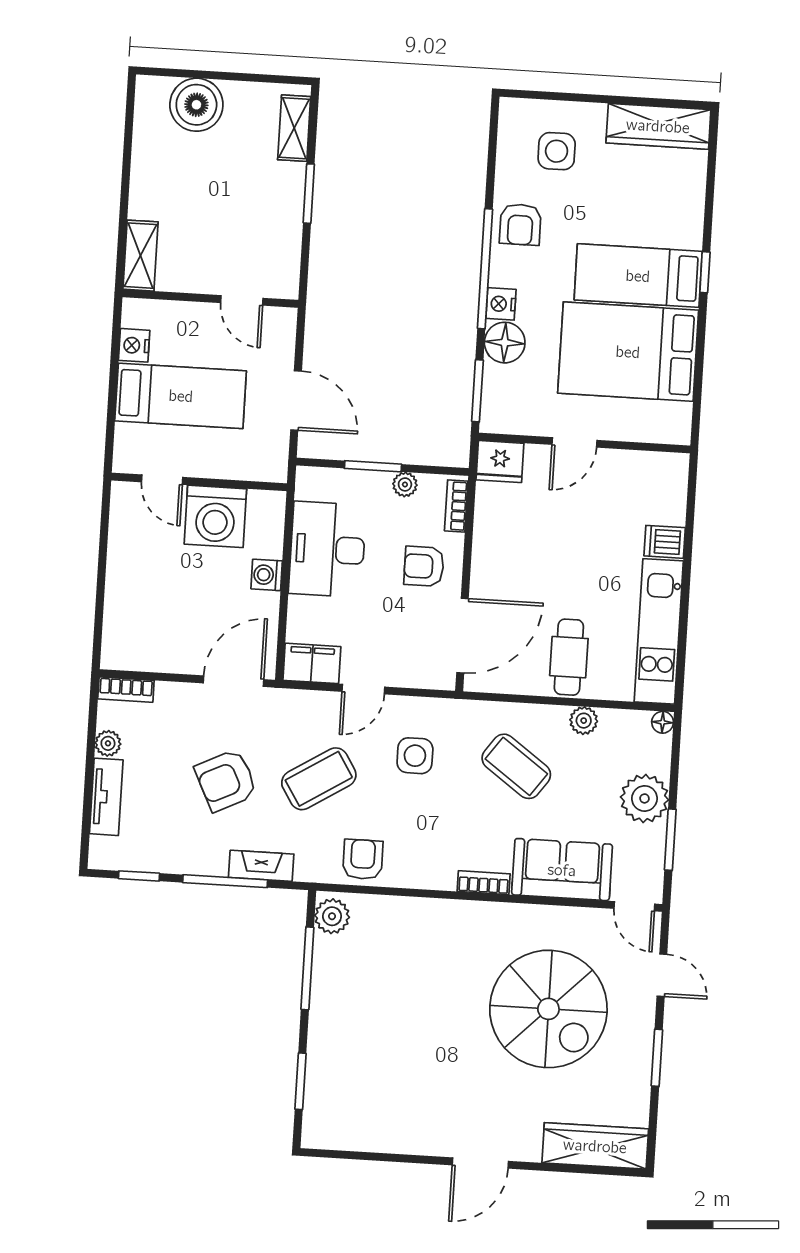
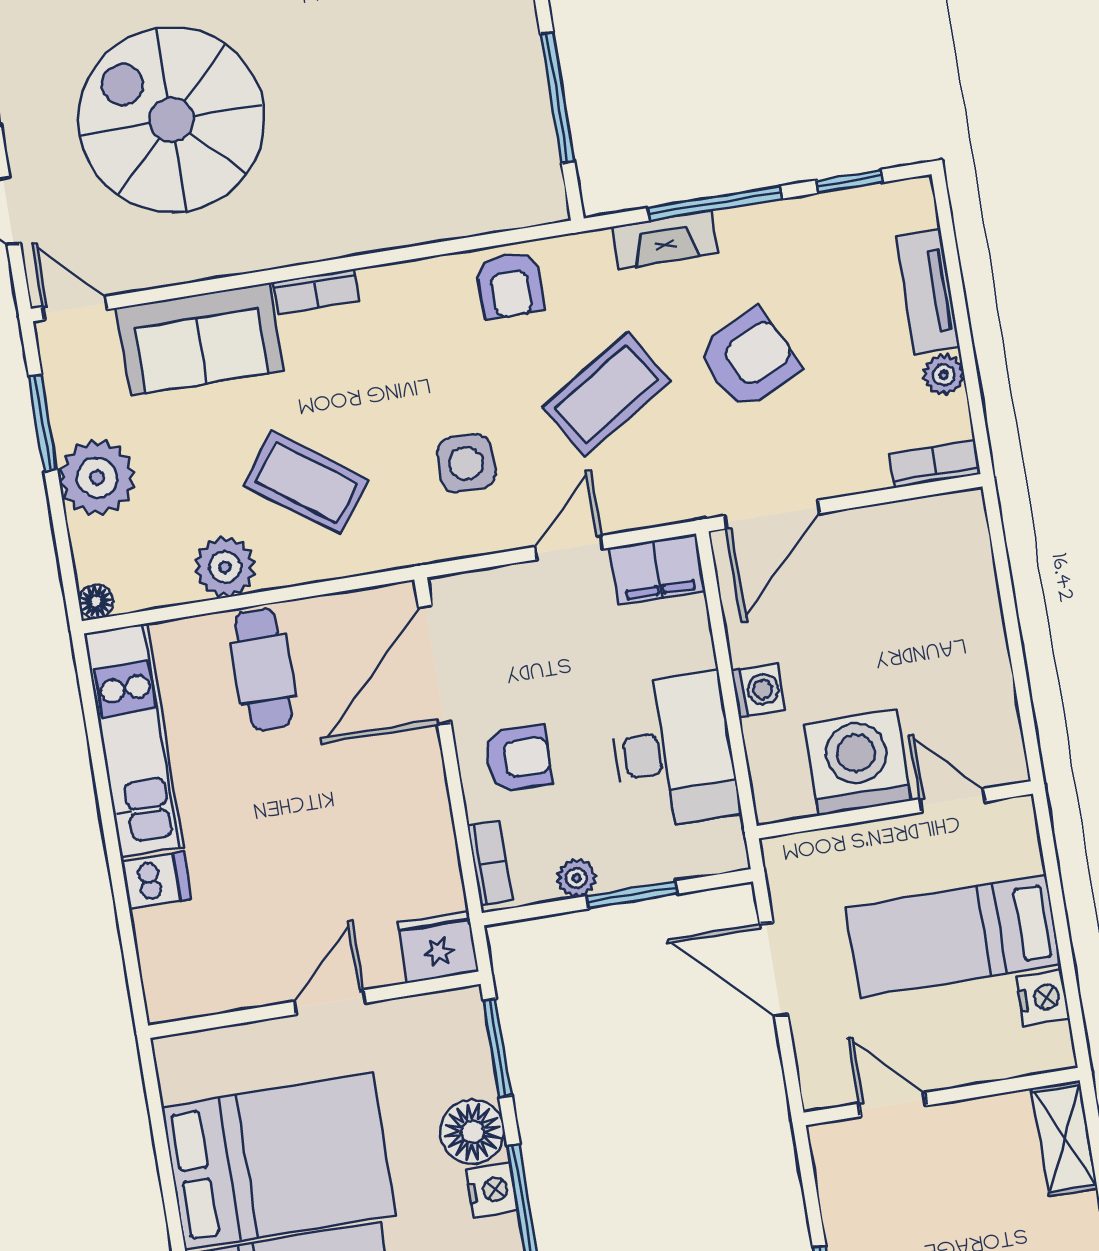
plant: (584, 721) -> (225, 567), width x1.38, depth x1.38
plant: (332, 916) -> (538, 187), removed

